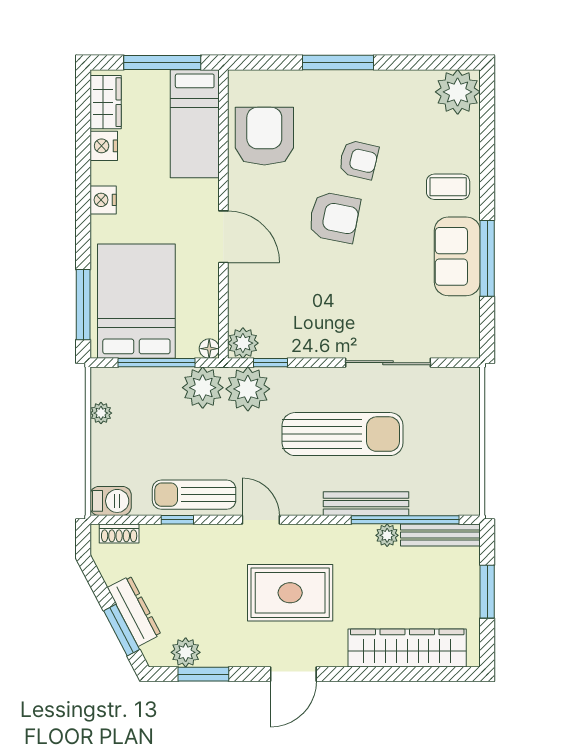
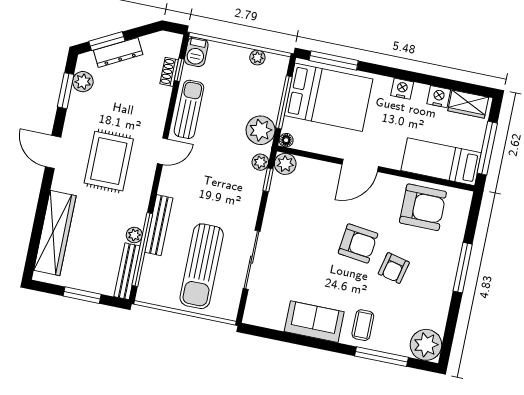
armchair: (334, 217) -> (358, 243), turned -94
window: (487, 258) -> (382, 357), moved
plant: (248, 389) -> (260, 162), width x0.53, depth x0.53
sun lounger: (343, 434) -> (202, 266), moved
window: (177, 520) -> (179, 70), moved
shoe rack: (119, 534) -> (169, 72), moved

